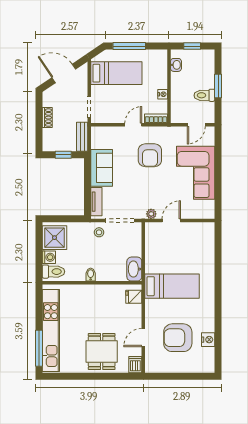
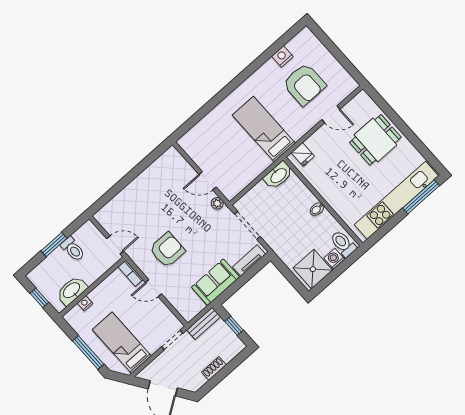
washbasin: (176, 65) -> (72, 291), width x1.91, depth x1.45
nightstand: (163, 94) -> (85, 303), moved
door: (196, 125) -> (115, 245), moved
corner sofa: (196, 173) -> (147, 197), removed
stool: (99, 232) -> (274, 234), removed
dishwasher: (135, 365) -> (361, 100), removed

